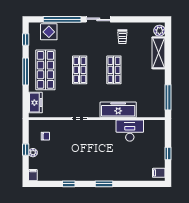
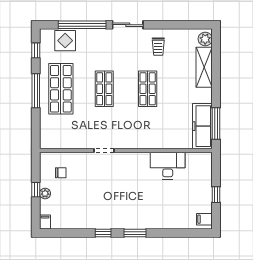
freezer: (35, 103) -> (48, 130), removed
freezer: (118, 110) -> (202, 126), moved, turned -90
window: (69, 184) -> (103, 233), moved

